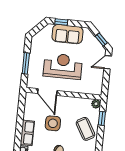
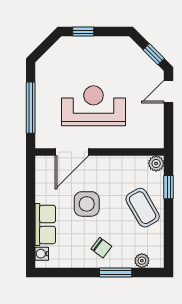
sofa: (67, 34) -> (96, 51), removed
window: (26, 63) -> (31, 108), width x1.44
door: (47, 92) -> (72, 152), hinge flipped

